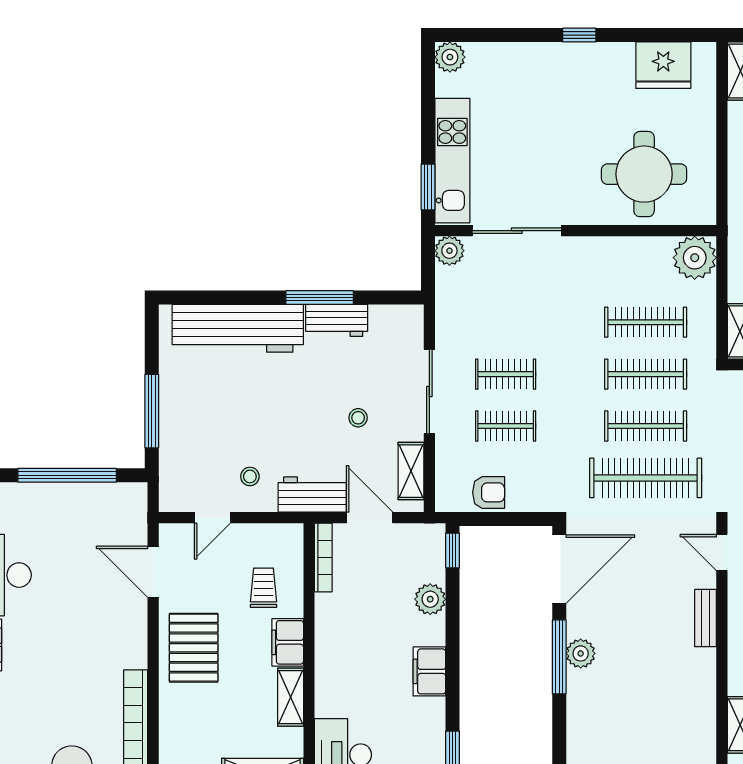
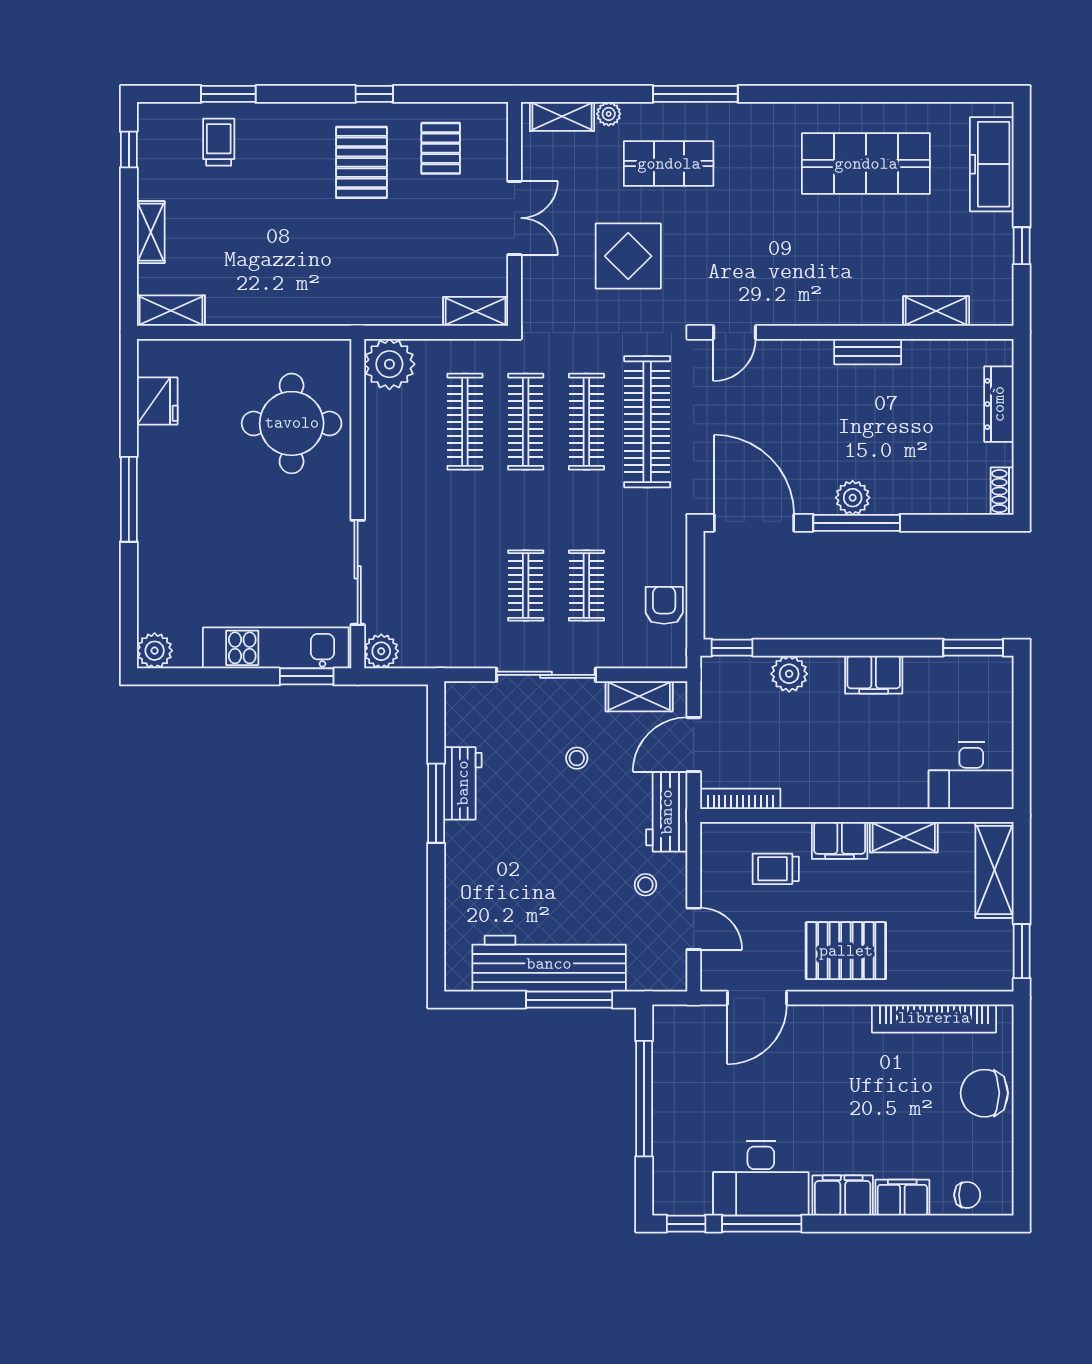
window: (579, 35) -> (129, 499), width x2.17
fridge: (663, 65) -> (157, 401), width x0.73, depth x0.75
workbench: (238, 328) -> (549, 964), moved, turned -90
bench: (705, 618) -> (868, 352), moved

